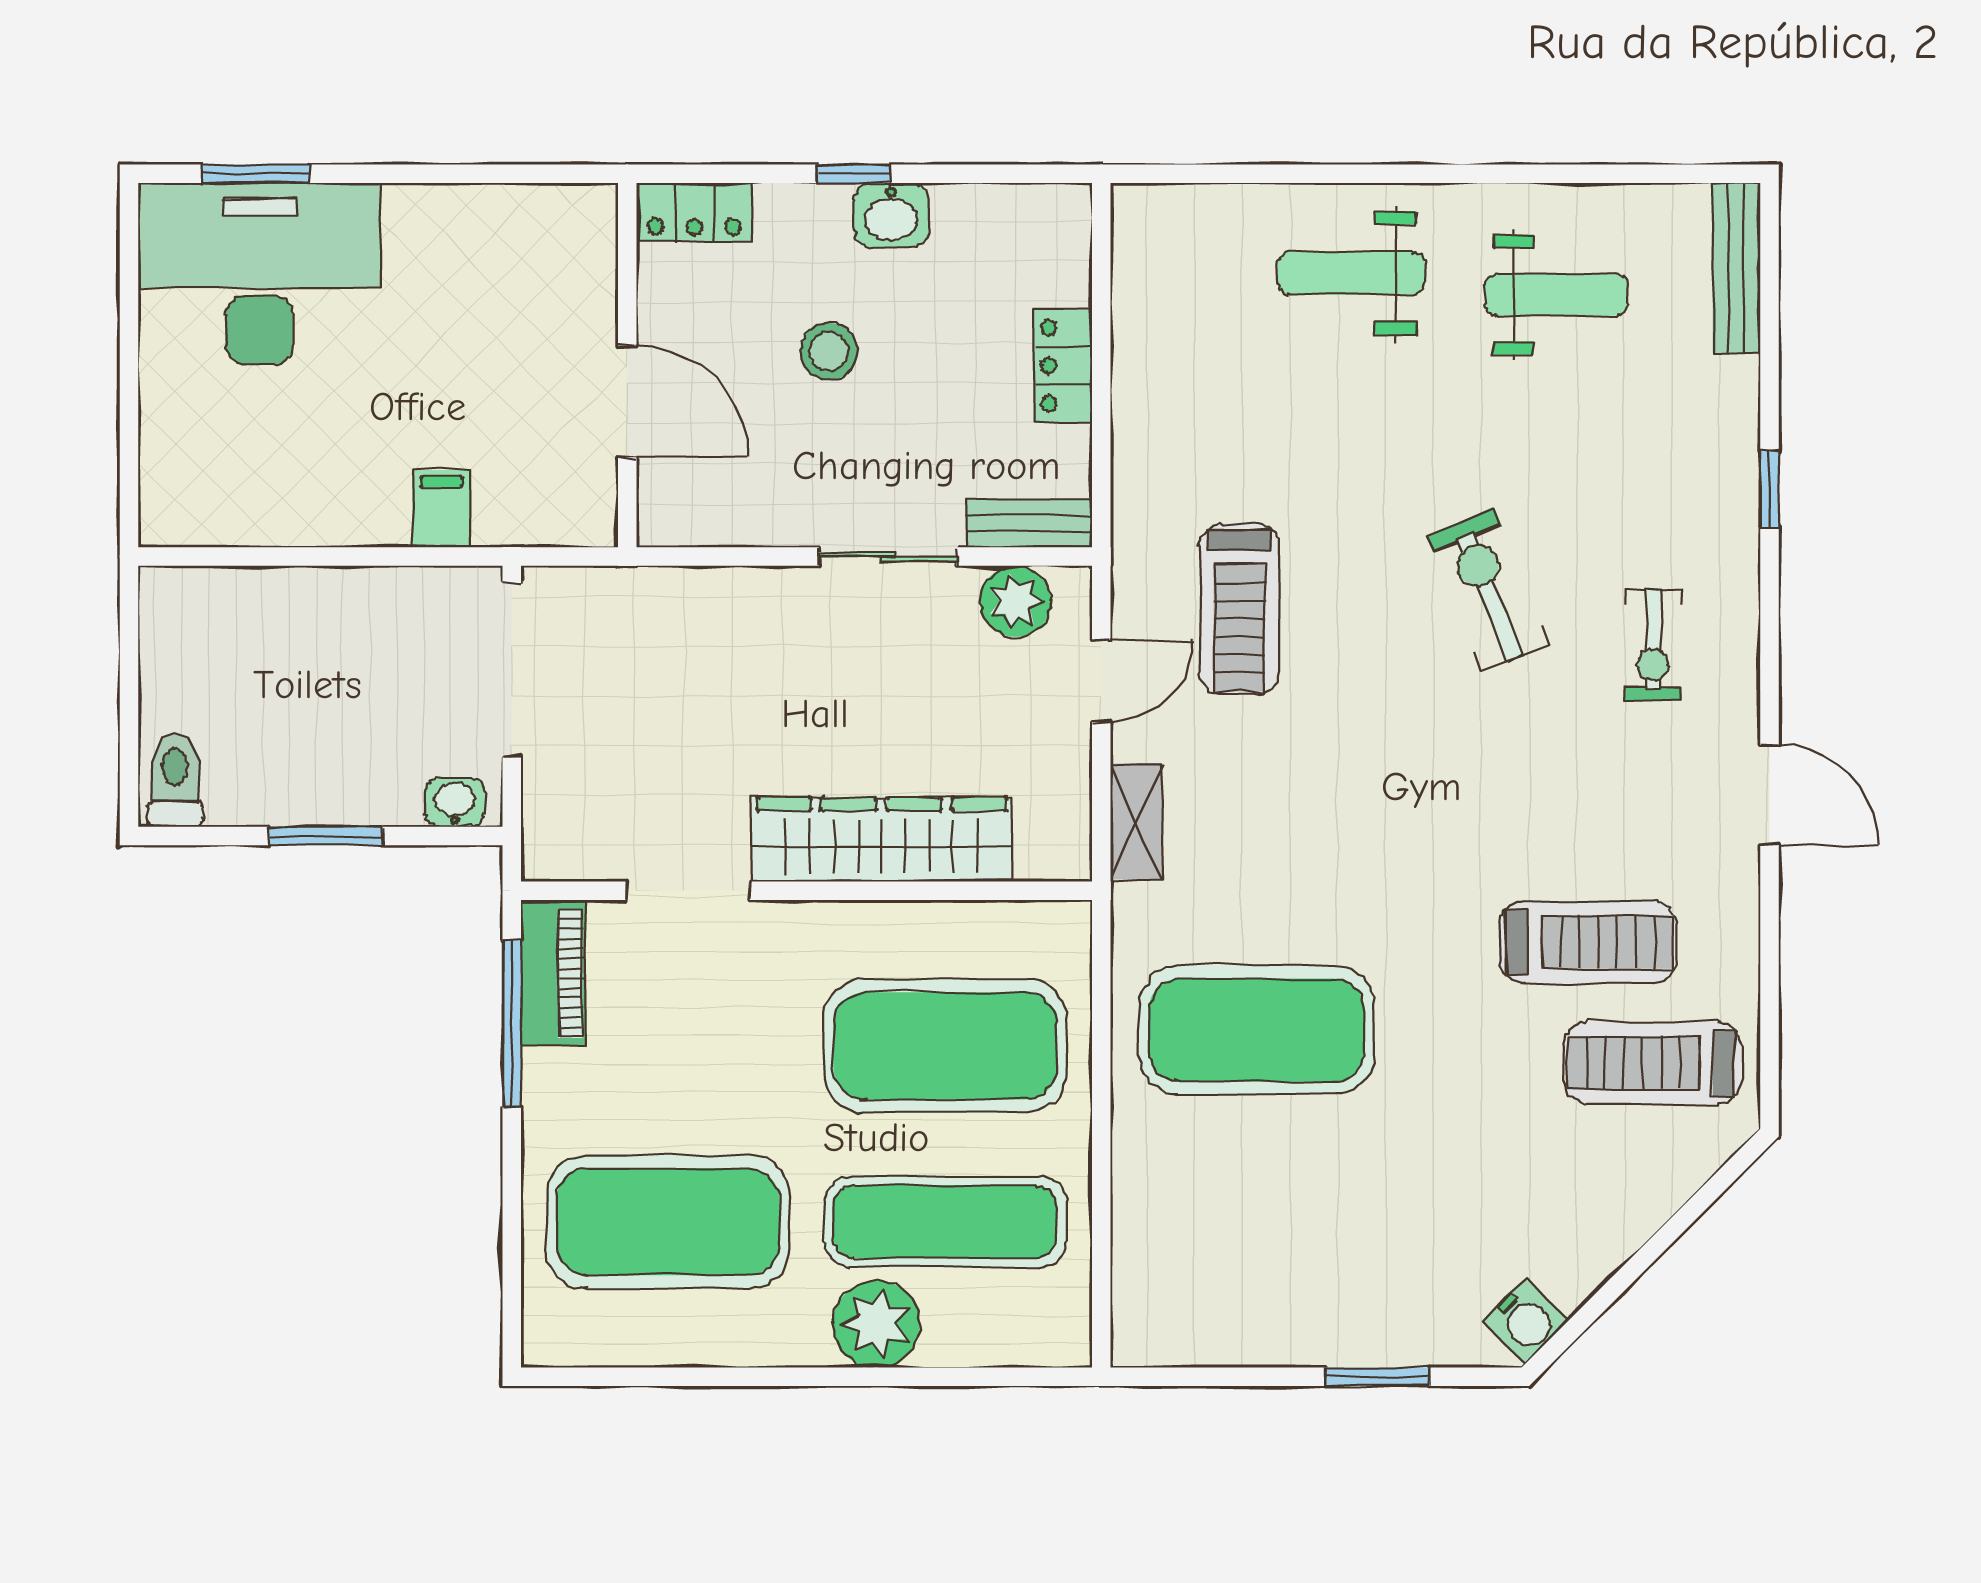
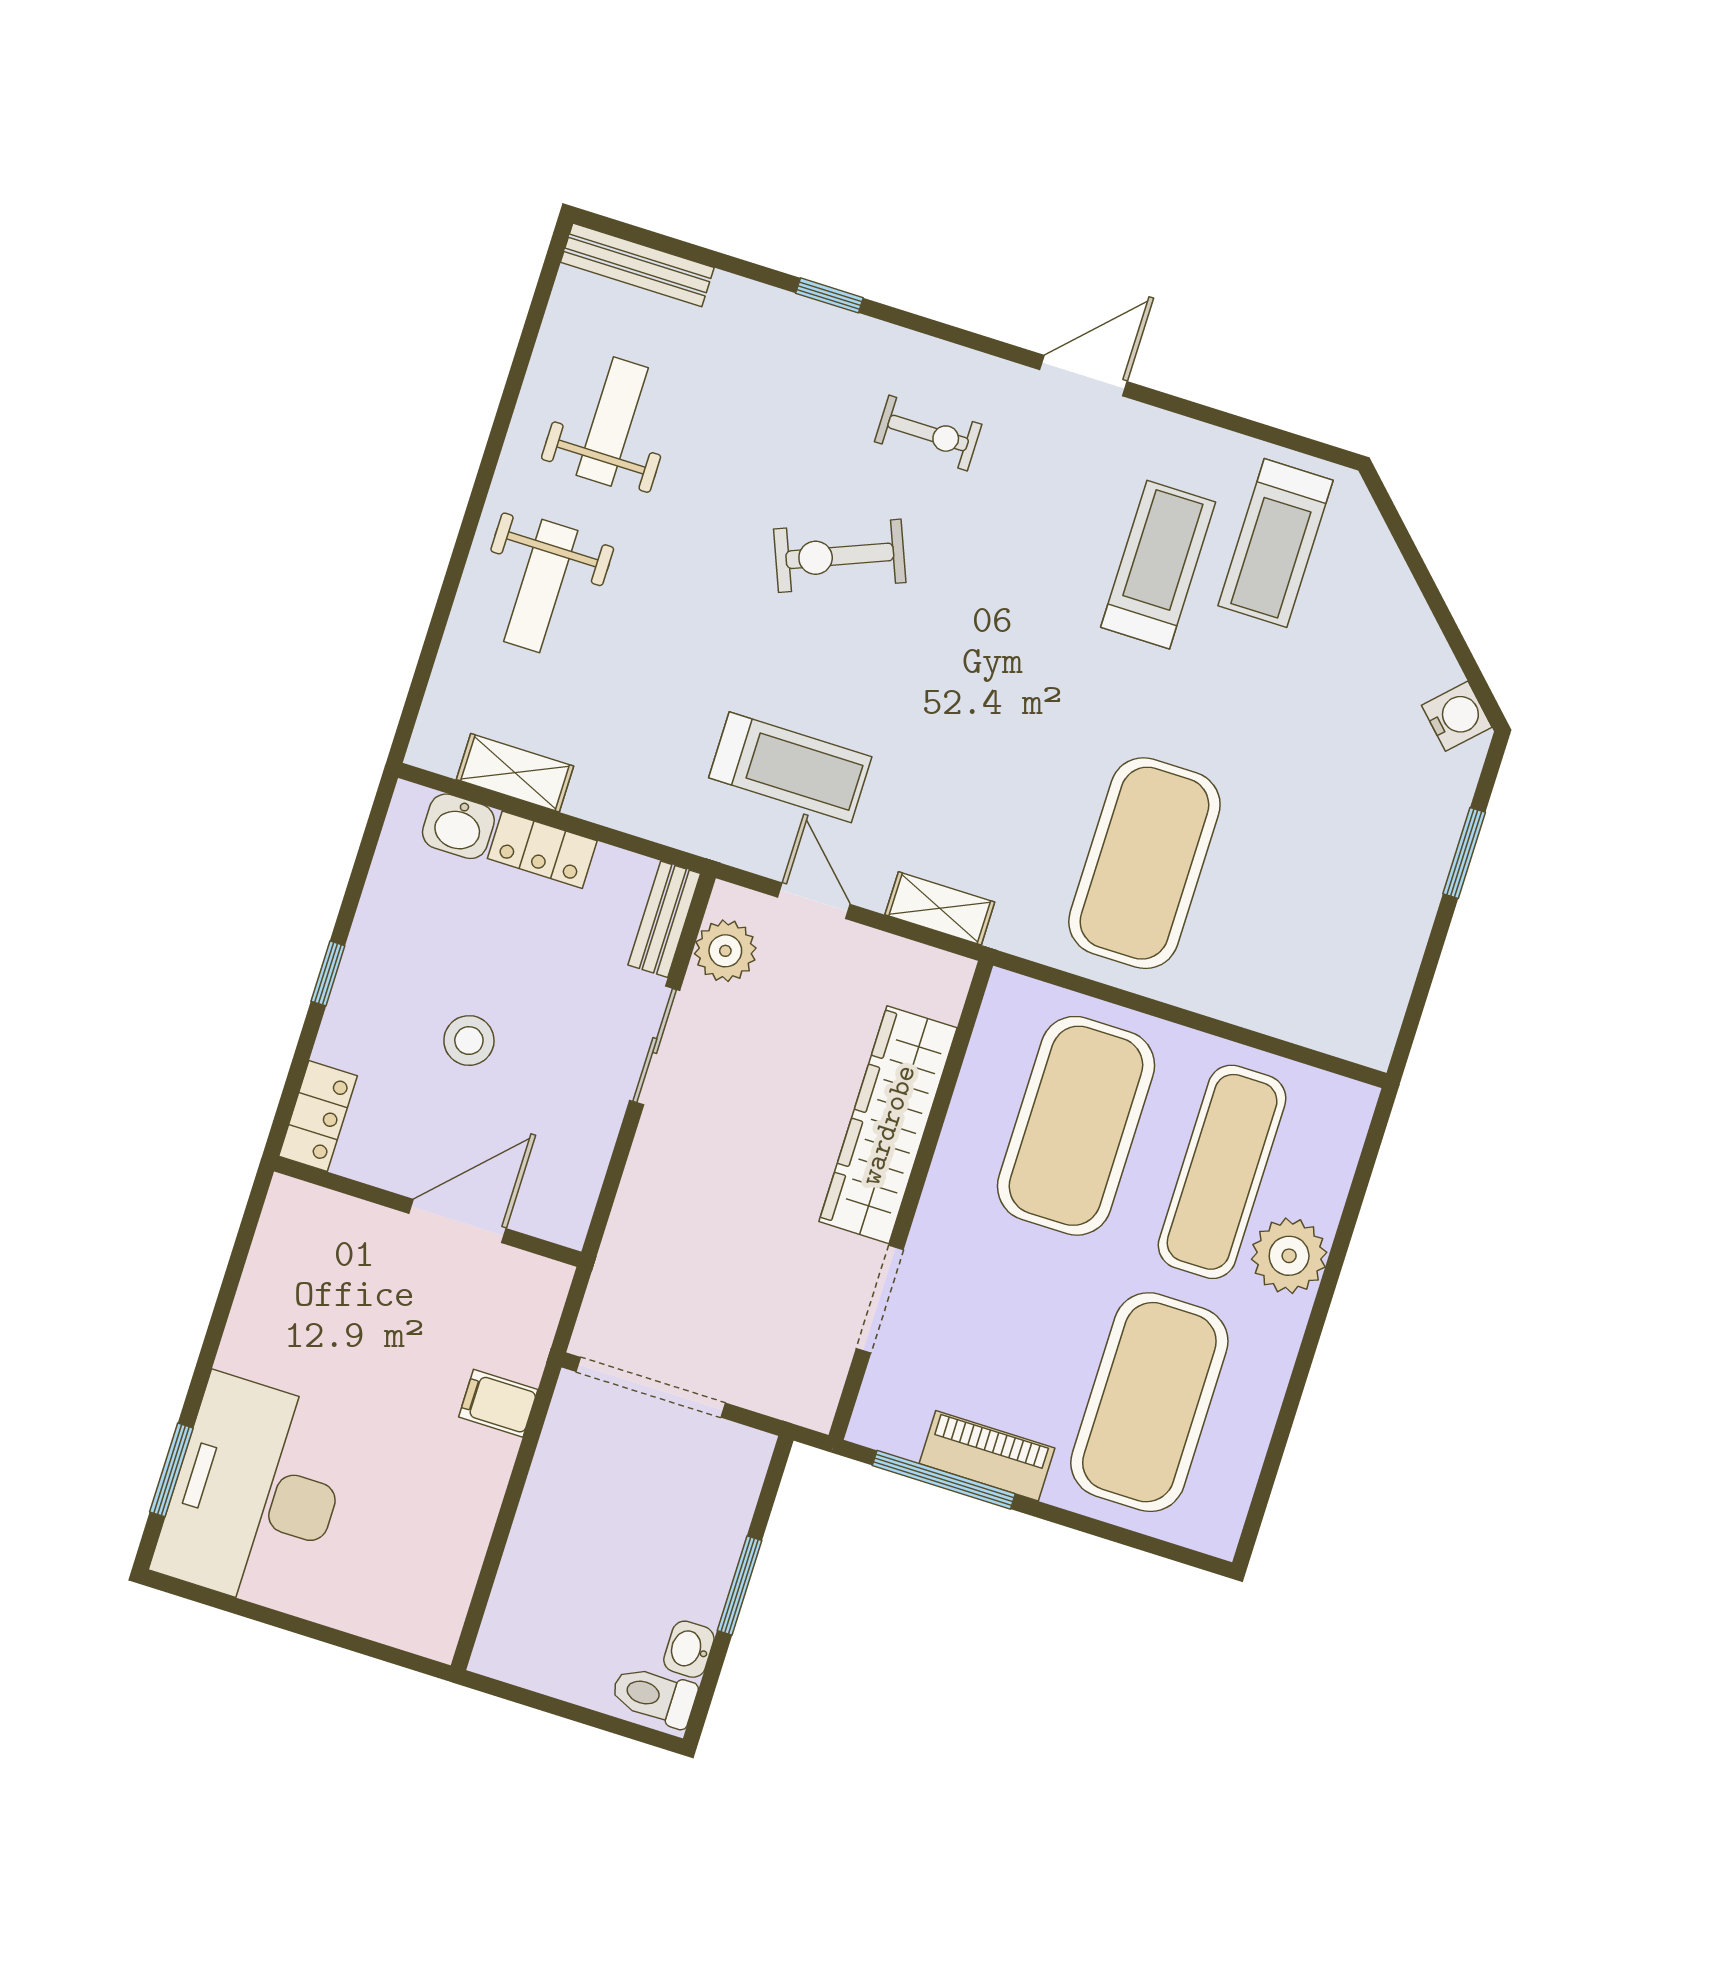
washbasin: (891, 215) -> (458, 826), moved, turned 90
shelving: (1138, 309) -> (515, 773), added
washbasin: (455, 803) -> (689, 1649), moved
piano: (553, 973) -> (987, 1456), moved

